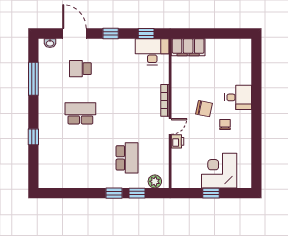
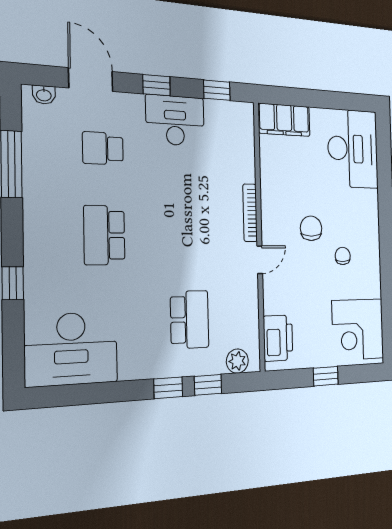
desk: (152, 52) -> (175, 120), moved
desk: (238, 97) -> (353, 149), moved, width x1.87, depth x1.30
chair: (204, 109) -> (311, 228), turned -102
school desk: (80, 113) -> (104, 235), turned -90
printer: (178, 141) -> (278, 338), moved, width x1.87, depth x1.48
desk: (62, 170) -> (71, 349), added
corner desk: (219, 171) -> (358, 329), moved, turned -90

